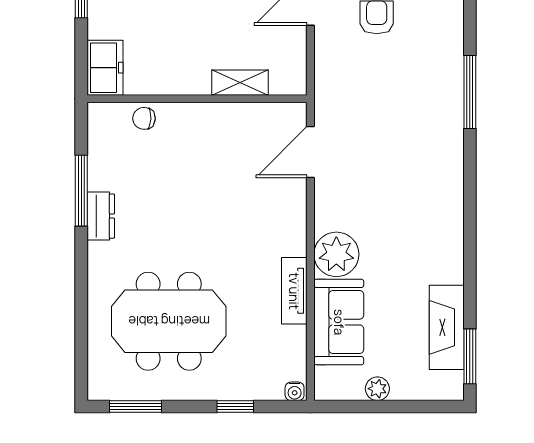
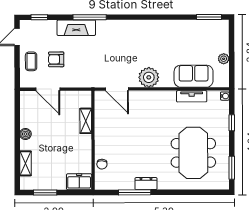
plant: (336, 254) -> (149, 77), moved
tv unit: (294, 291) -> (192, 96), moved
fireplace: (447, 327) -> (76, 28), moved

